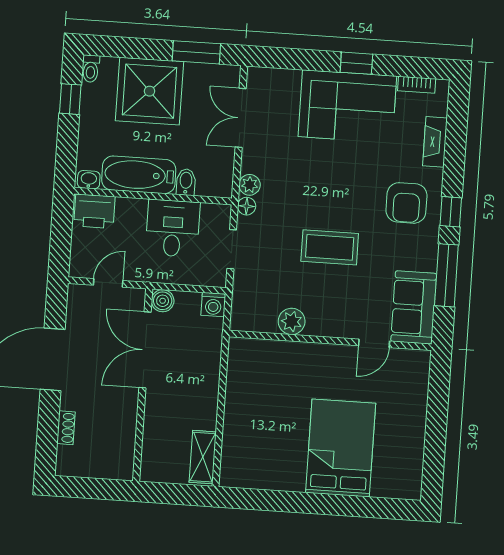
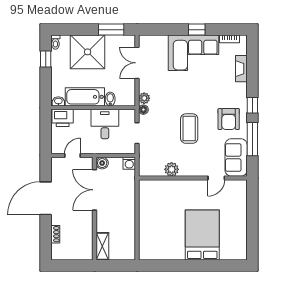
armchair: (406, 203) -> (229, 119), moved
coffee table: (330, 247) -> (189, 129), turned 90
shelving: (203, 457) -> (102, 246), moved

